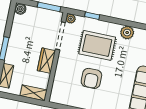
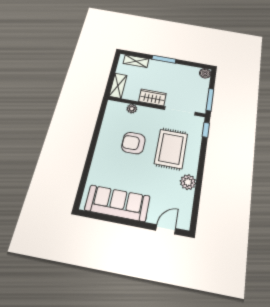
window: (92, 16) -> (206, 130), moved
plant: (71, 19) -> (132, 109), moved

